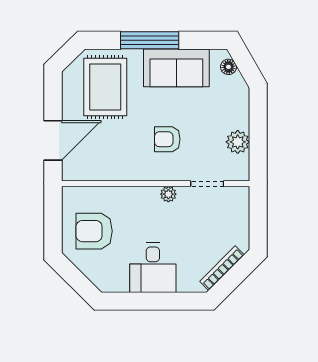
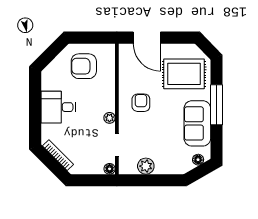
armchair: (167, 139) -> (141, 103), moved
floor lamp: (242, 194) -> (110, 169), added
armchair: (94, 231) -> (84, 66), turned -90

